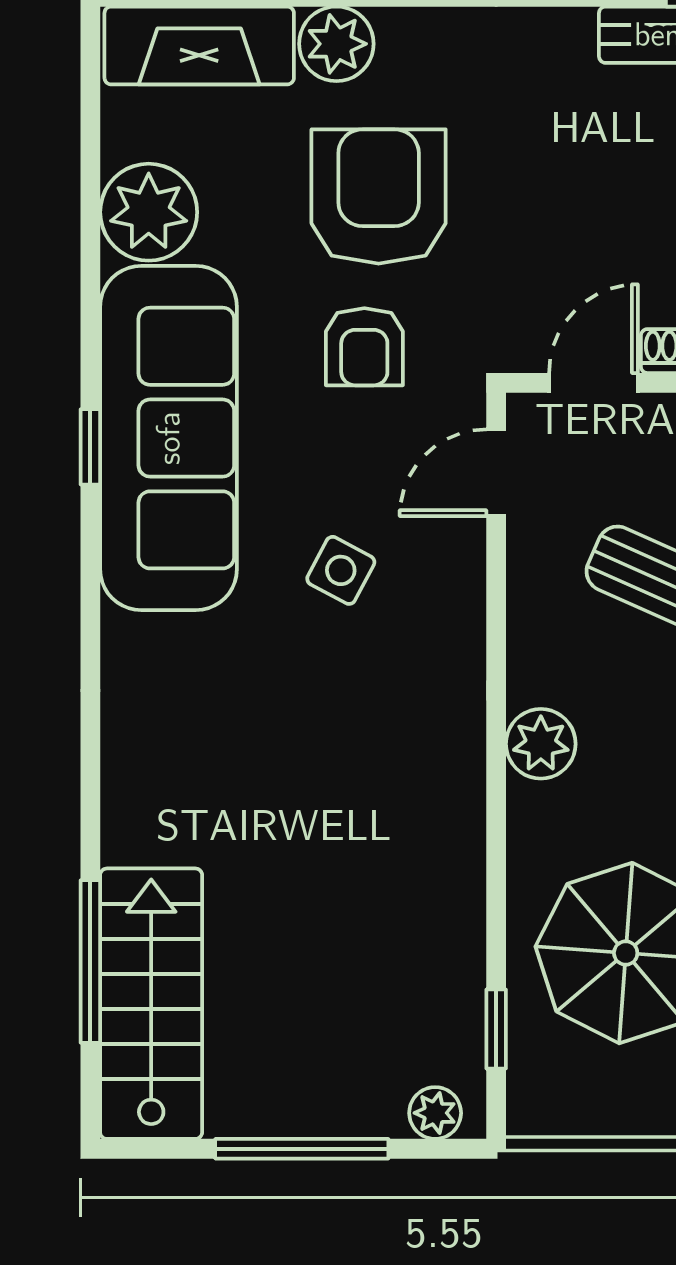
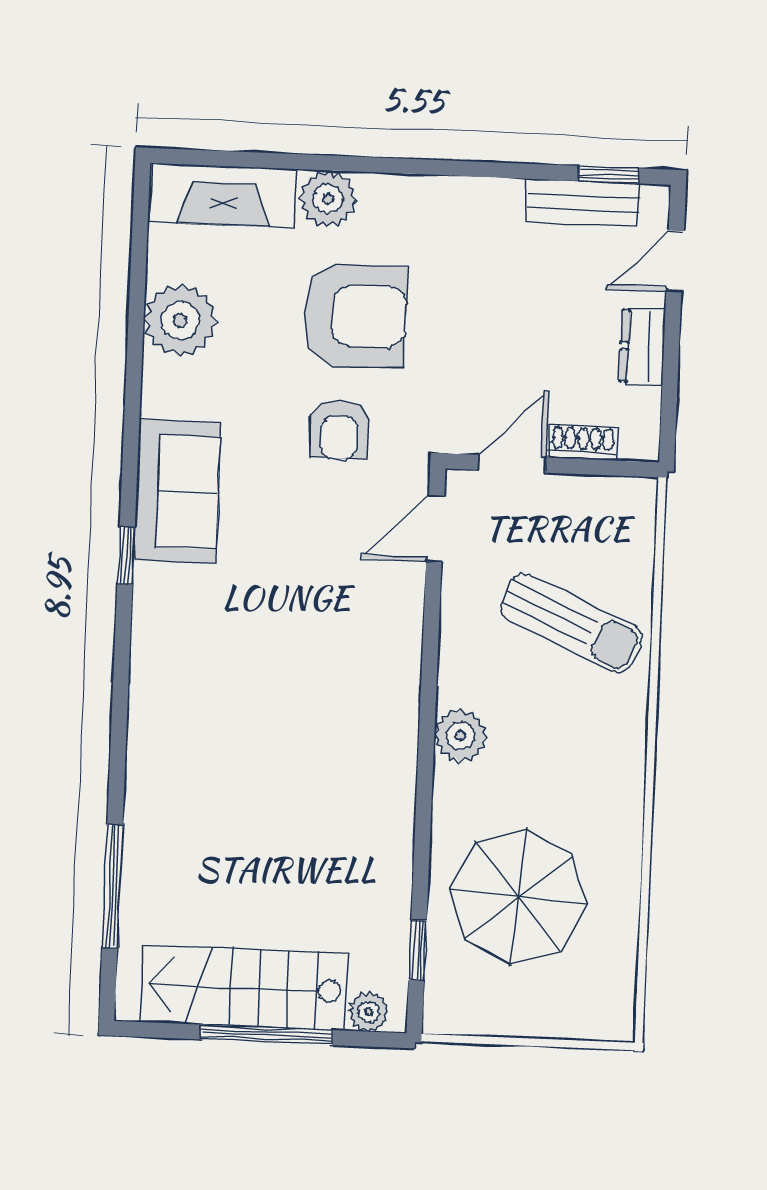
armchair: (379, 197) -> (355, 316), turned 90
sofa: (169, 438) -> (177, 492), width x0.54, depth x0.79
window: (90, 447) -> (126, 556), moved
side table: (341, 570) -> (314, 598), removed
stairs: (151, 1004) -> (243, 988), moved, turned -90

